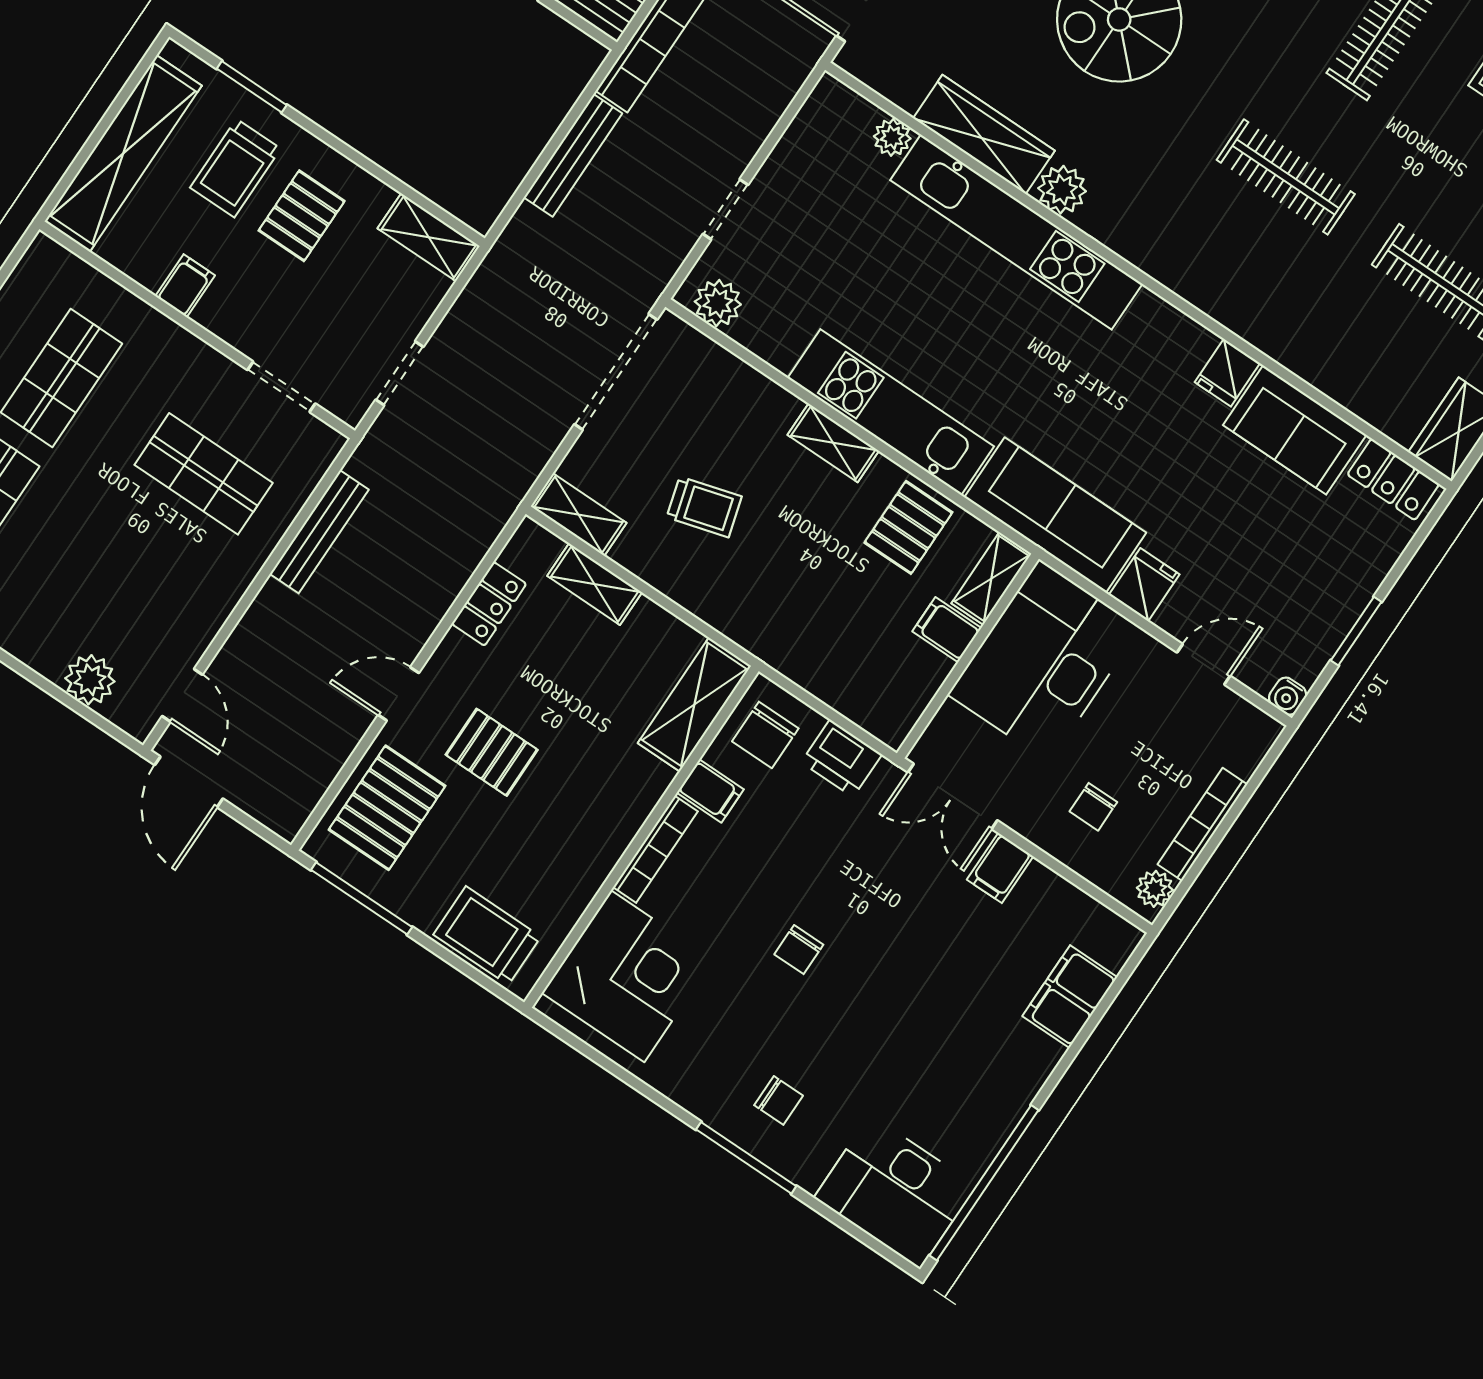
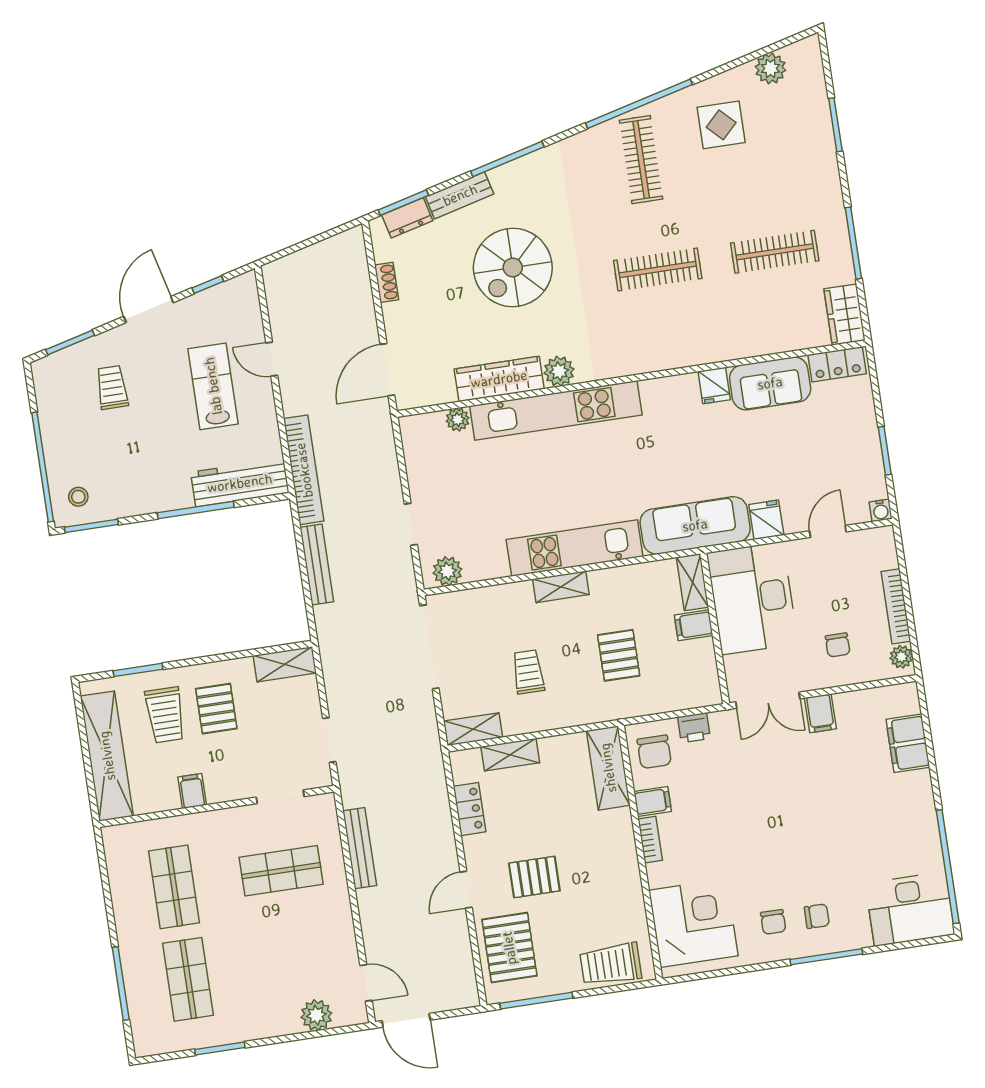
trolley: (704, 507) -> (528, 672), turned -74
pallet: (908, 527) -> (619, 655), moved
printer: (842, 758) -> (694, 728), width x0.73, depth x0.81
bookcase: (655, 849) -> (650, 840), width x0.64
chair: (799, 950) -> (773, 922), moved

